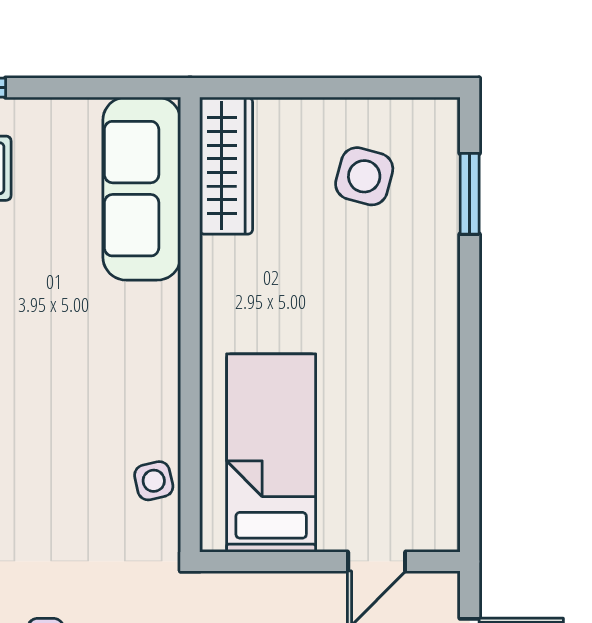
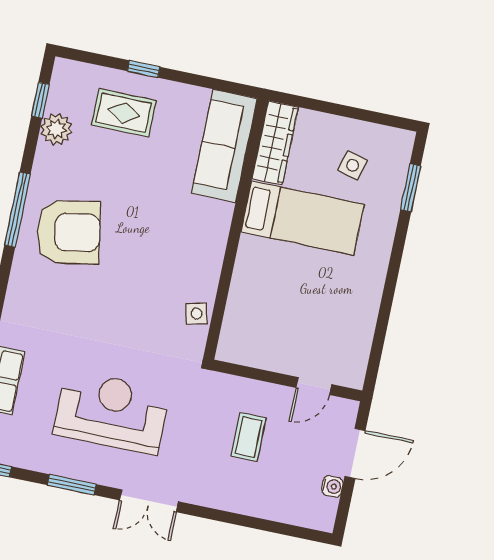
side table: (364, 176) -> (353, 165), width x0.73, depth x0.73
bed: (271, 453) -> (303, 218), moved, turned 90

